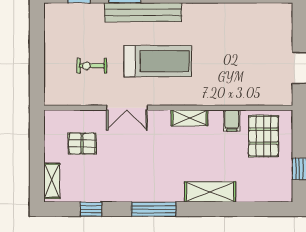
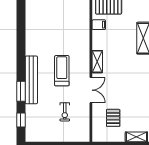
treadmill: (158, 61) -> (62, 71), width x0.73, depth x0.73
shelving: (190, 118) -> (97, 62), moved

